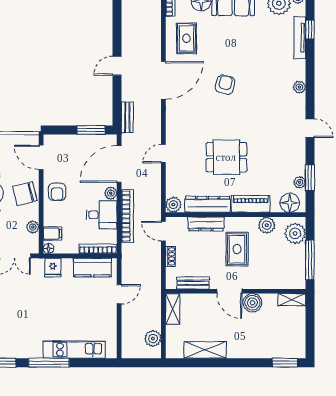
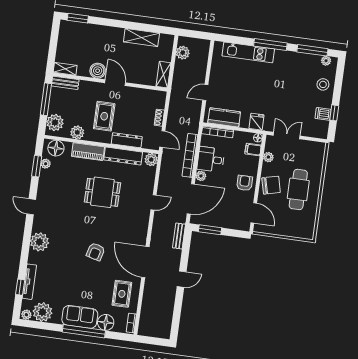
door: (163, 80) -> (145, 262), hinge flipped
plant: (299, 87) -> (39, 242), width x1.88, depth x1.88
bench: (193, 283) -> (65, 83), moved

